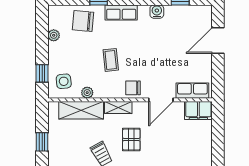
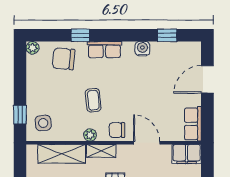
plant: (54, 35) -> (33, 48), moved
row of seats: (192, 91) -> (193, 124), moved, turned -90
plant: (87, 93) -> (90, 135), moved
door: (161, 100) -> (147, 143), swing flipped

